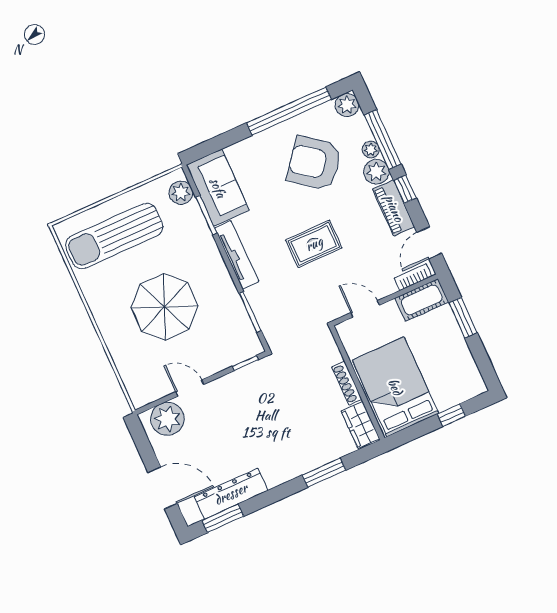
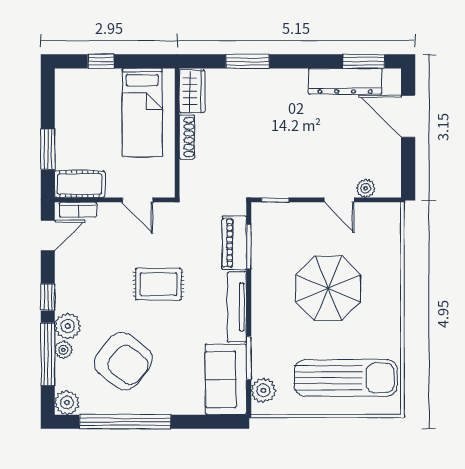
piano: (394, 208) -> (234, 243), moved, turned 180
bed: (395, 387) -> (142, 112), width x0.67
plant: (167, 419) -> (366, 188), width x0.53, depth x0.53

